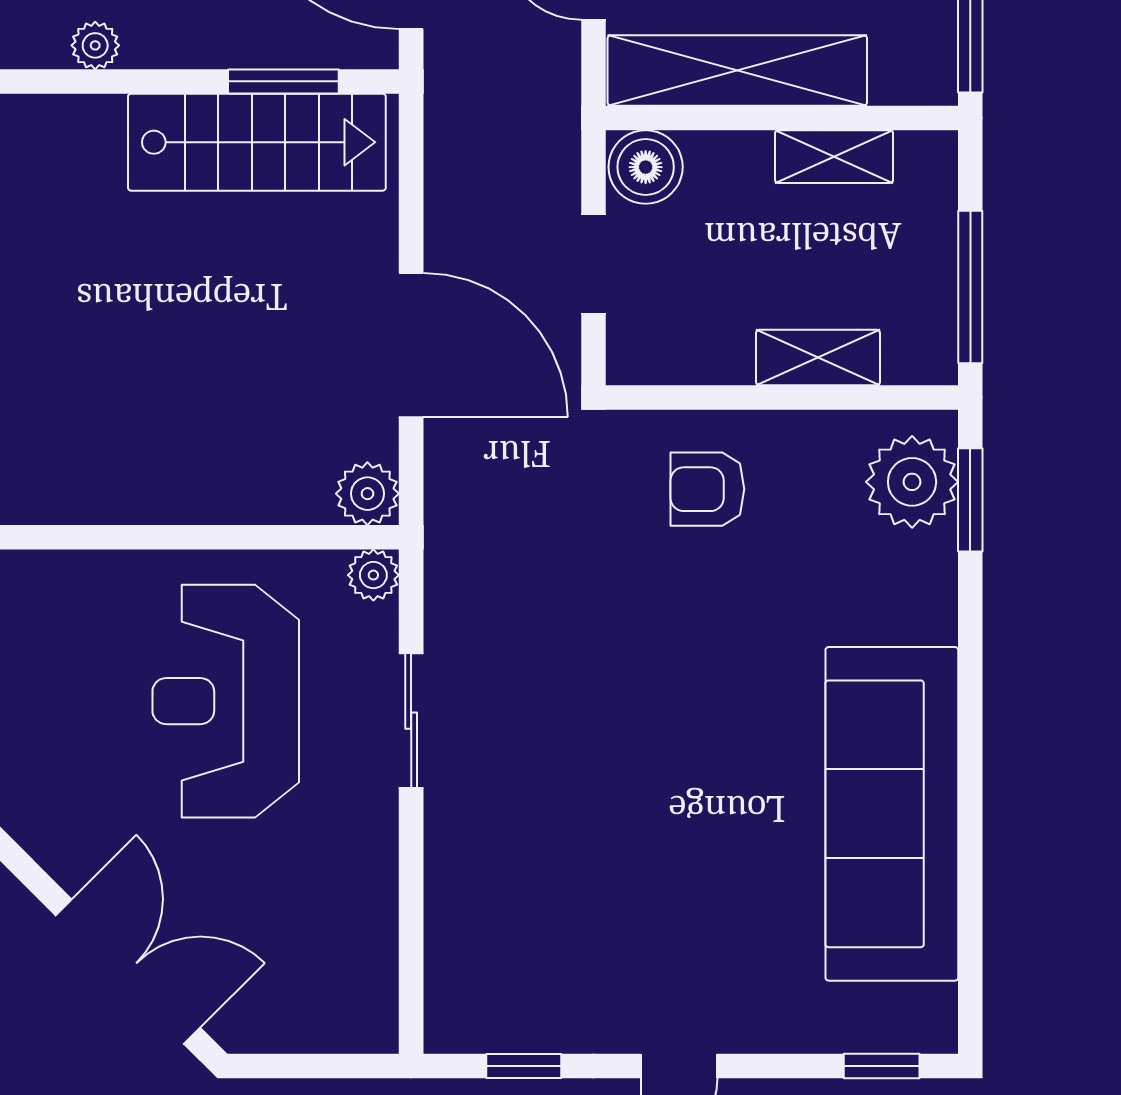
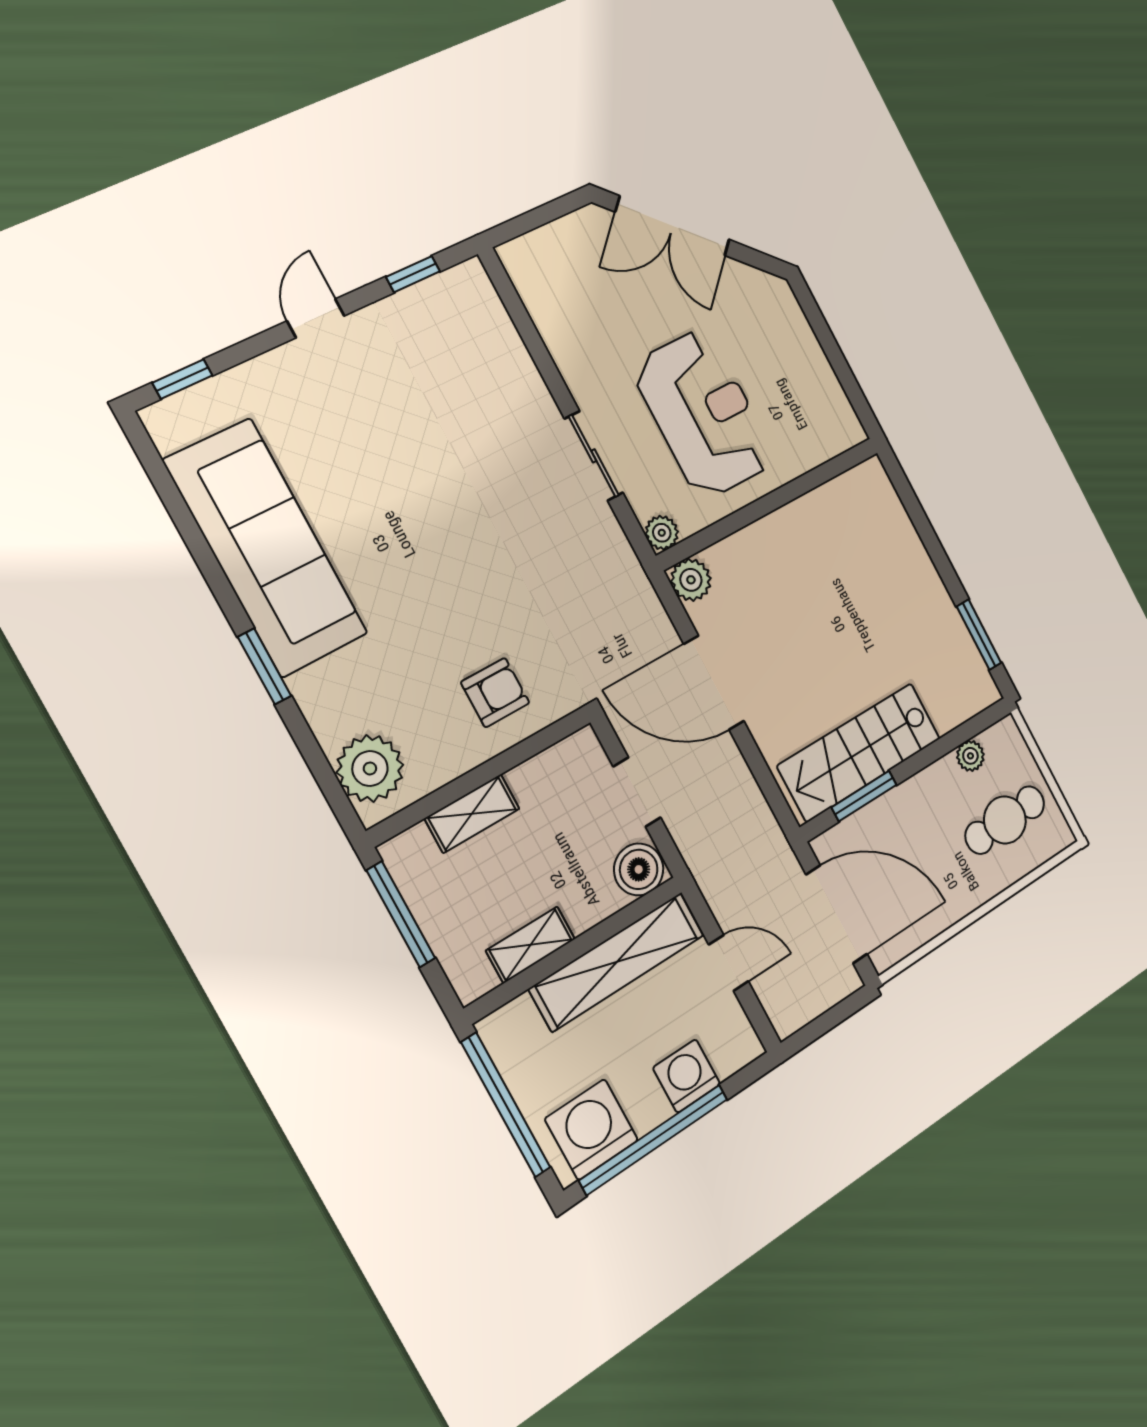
window: (970, 500) -> (264, 666), moved

